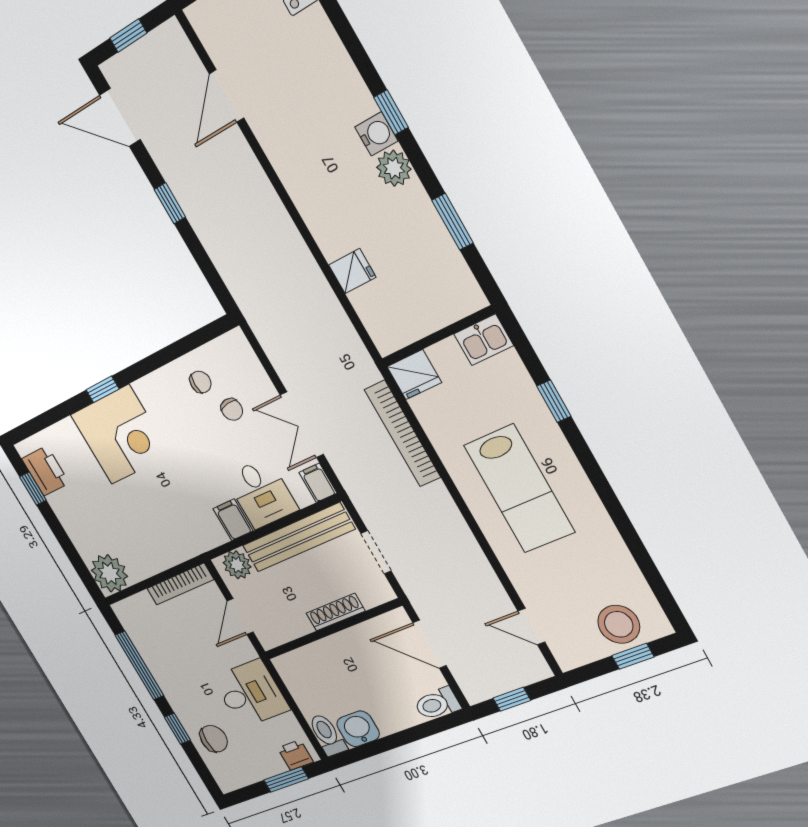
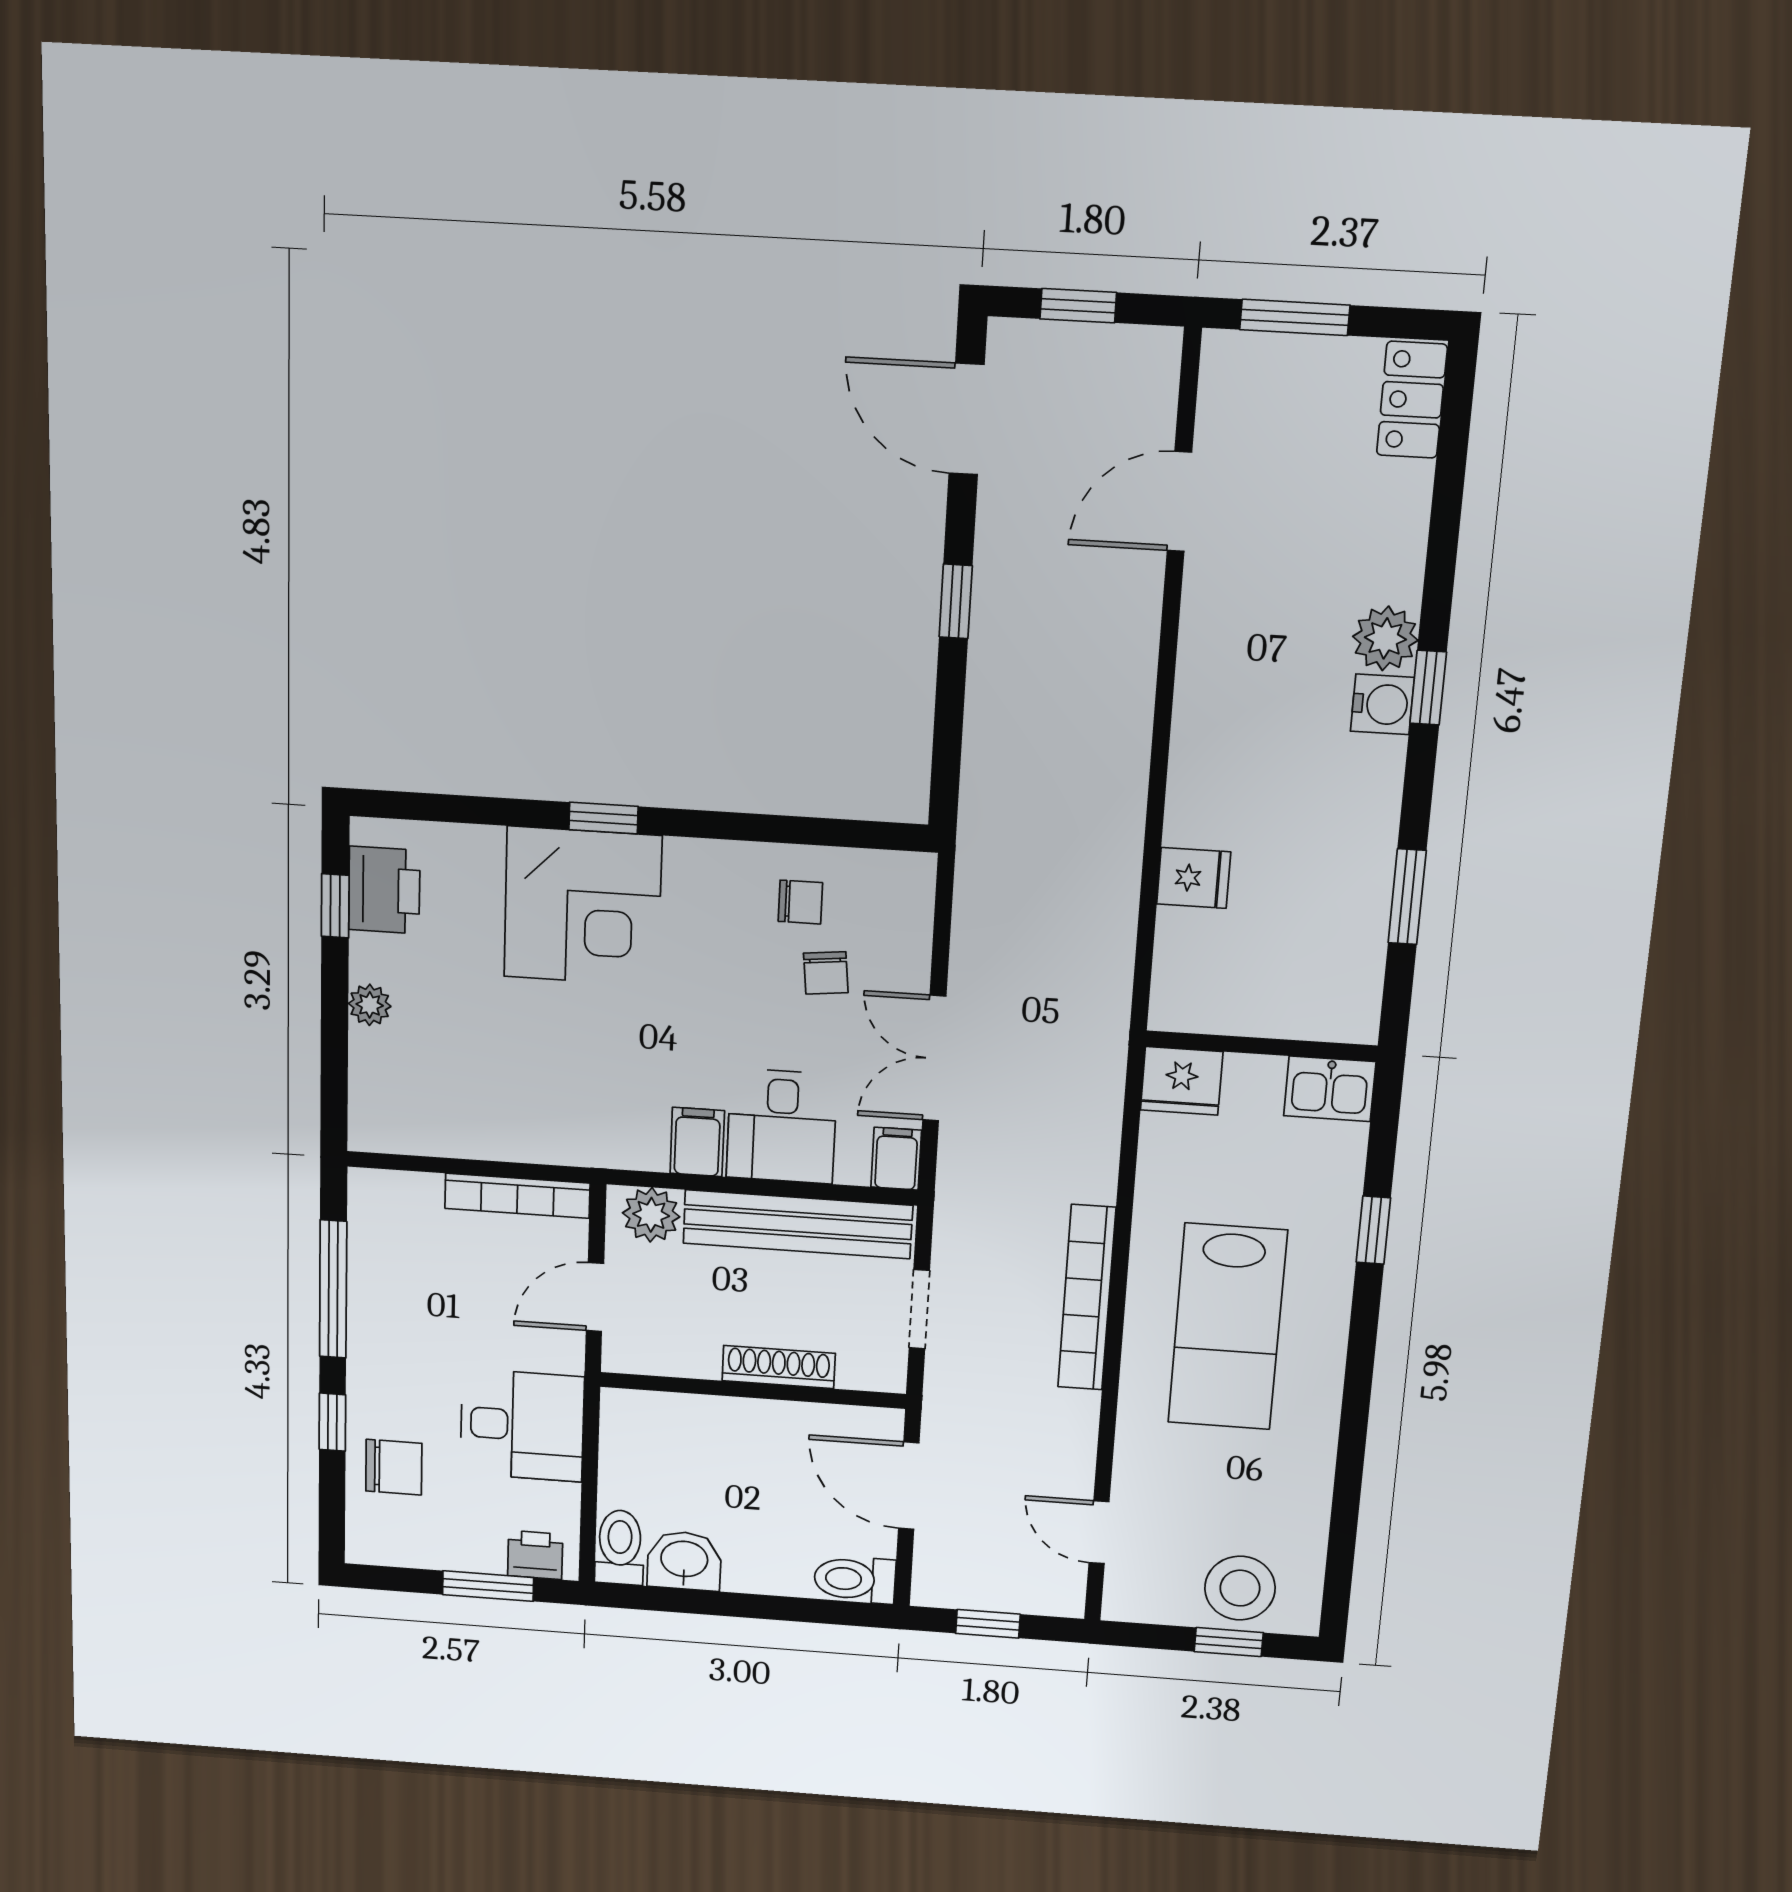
plant: (394, 168) -> (1385, 638), moved
bookcase: (402, 433) -> (1087, 1298), moved
plant: (109, 573) -> (370, 1005), moved, width x0.53, depth x0.53

